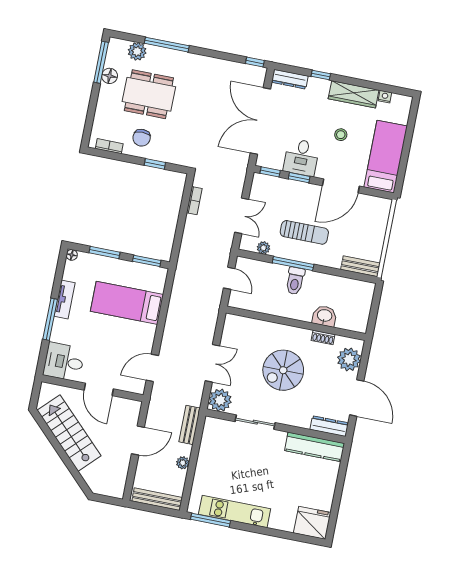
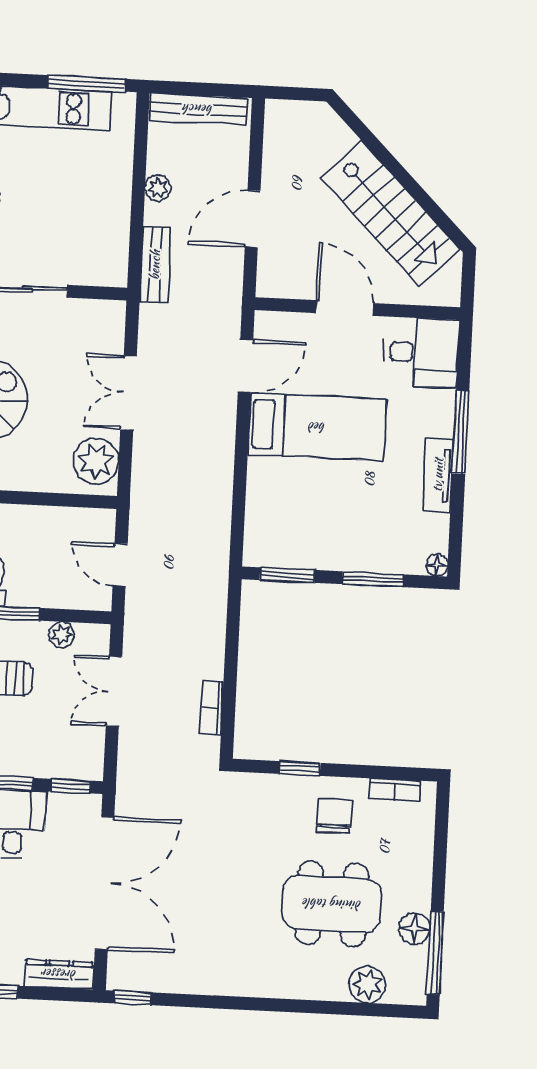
window: (167, 45) -> (311, 1007), removed
bed: (127, 303) -> (317, 427), moved
plant: (220, 400) -> (96, 461), moved

